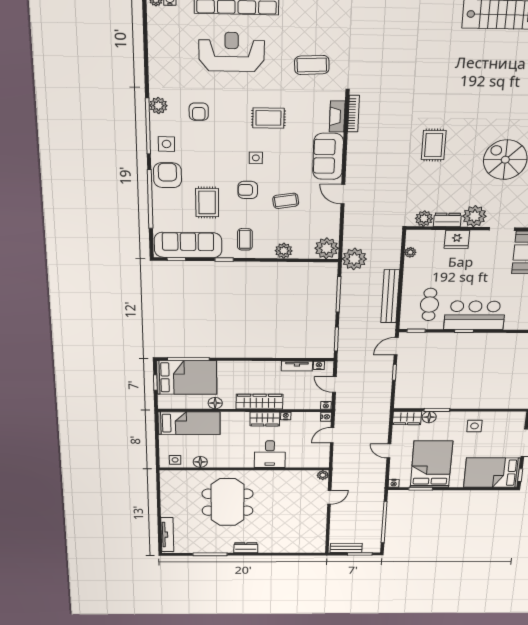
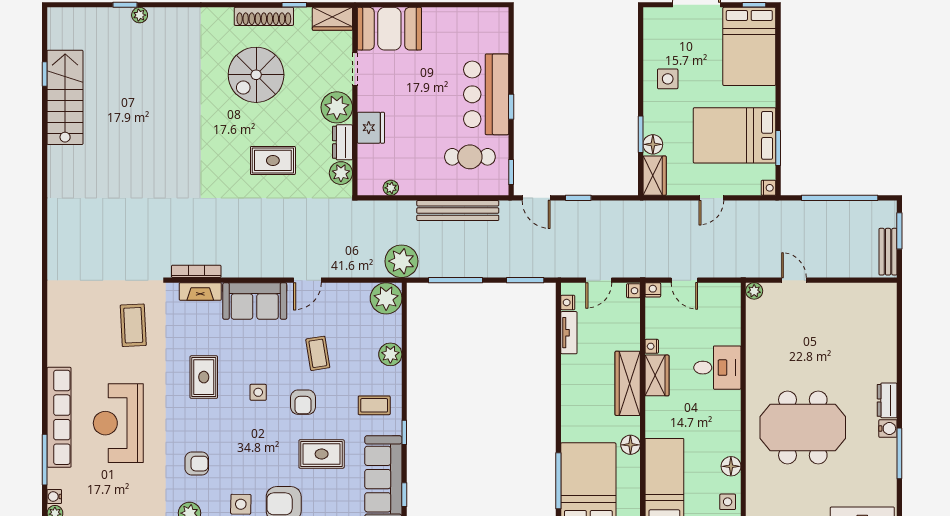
rug: (434, 145) -> (273, 160), moved
water cooler: (227, 548) -> (888, 428), added

